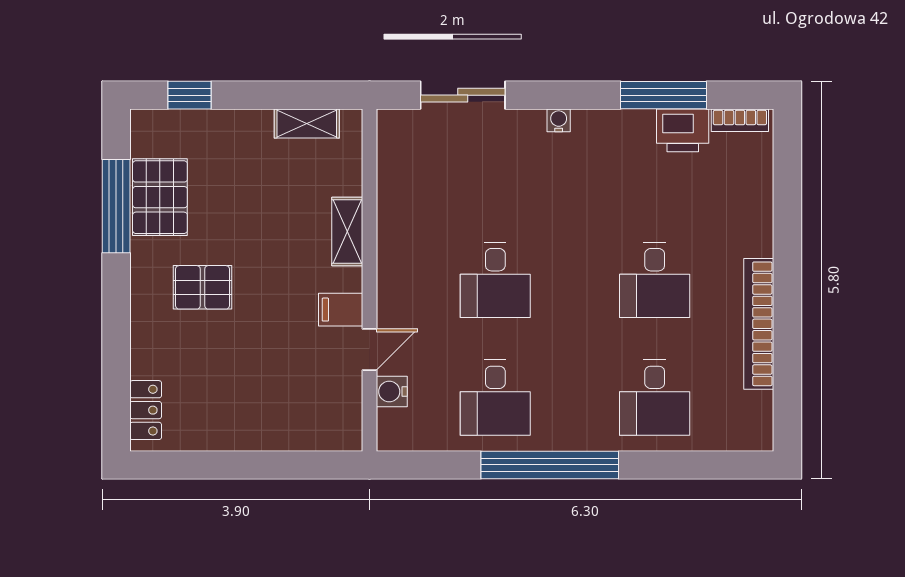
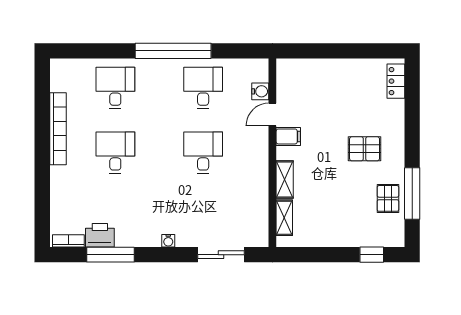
shelving: (307, 123) -> (284, 218), moved, turned 90
pallet: (160, 197) -> (388, 198), width x0.67, depth x0.71

